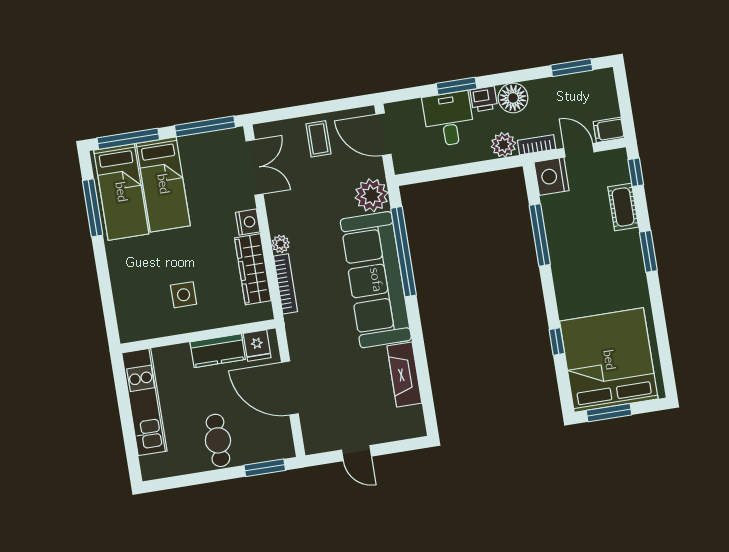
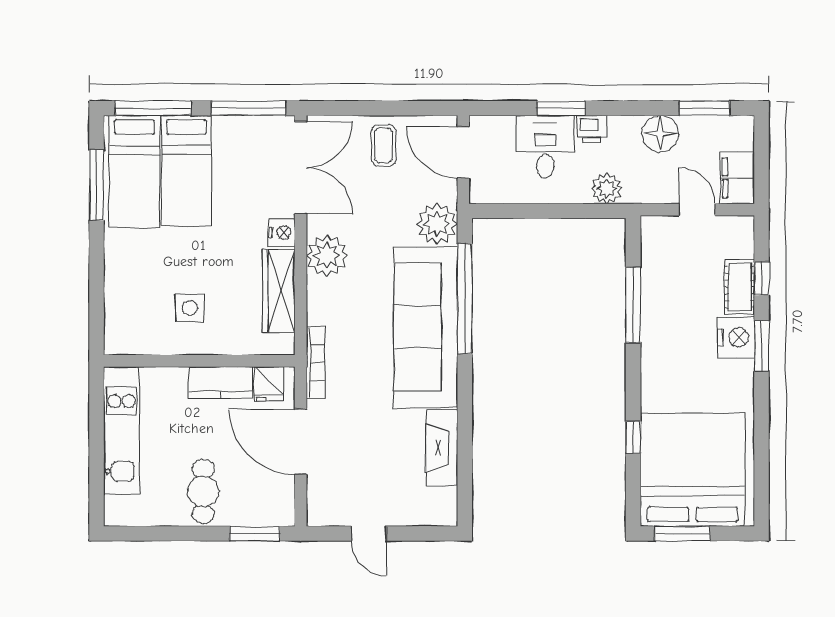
floor lamp: (513, 98) -> (660, 134), moved
filing cabinet: (609, 130) -> (737, 178), width x2.00
bookcase: (537, 145) -> (647, 195), removed
double door: (255, 168) -> (301, 168), width x1.37
window: (636, 172) -> (762, 278), moved
nightstand: (552, 176) -> (736, 337), moved, turned 180
plant: (281, 244) -> (327, 256), width x1.88, depth x1.88
bookcase: (286, 284) -> (316, 362), moved

